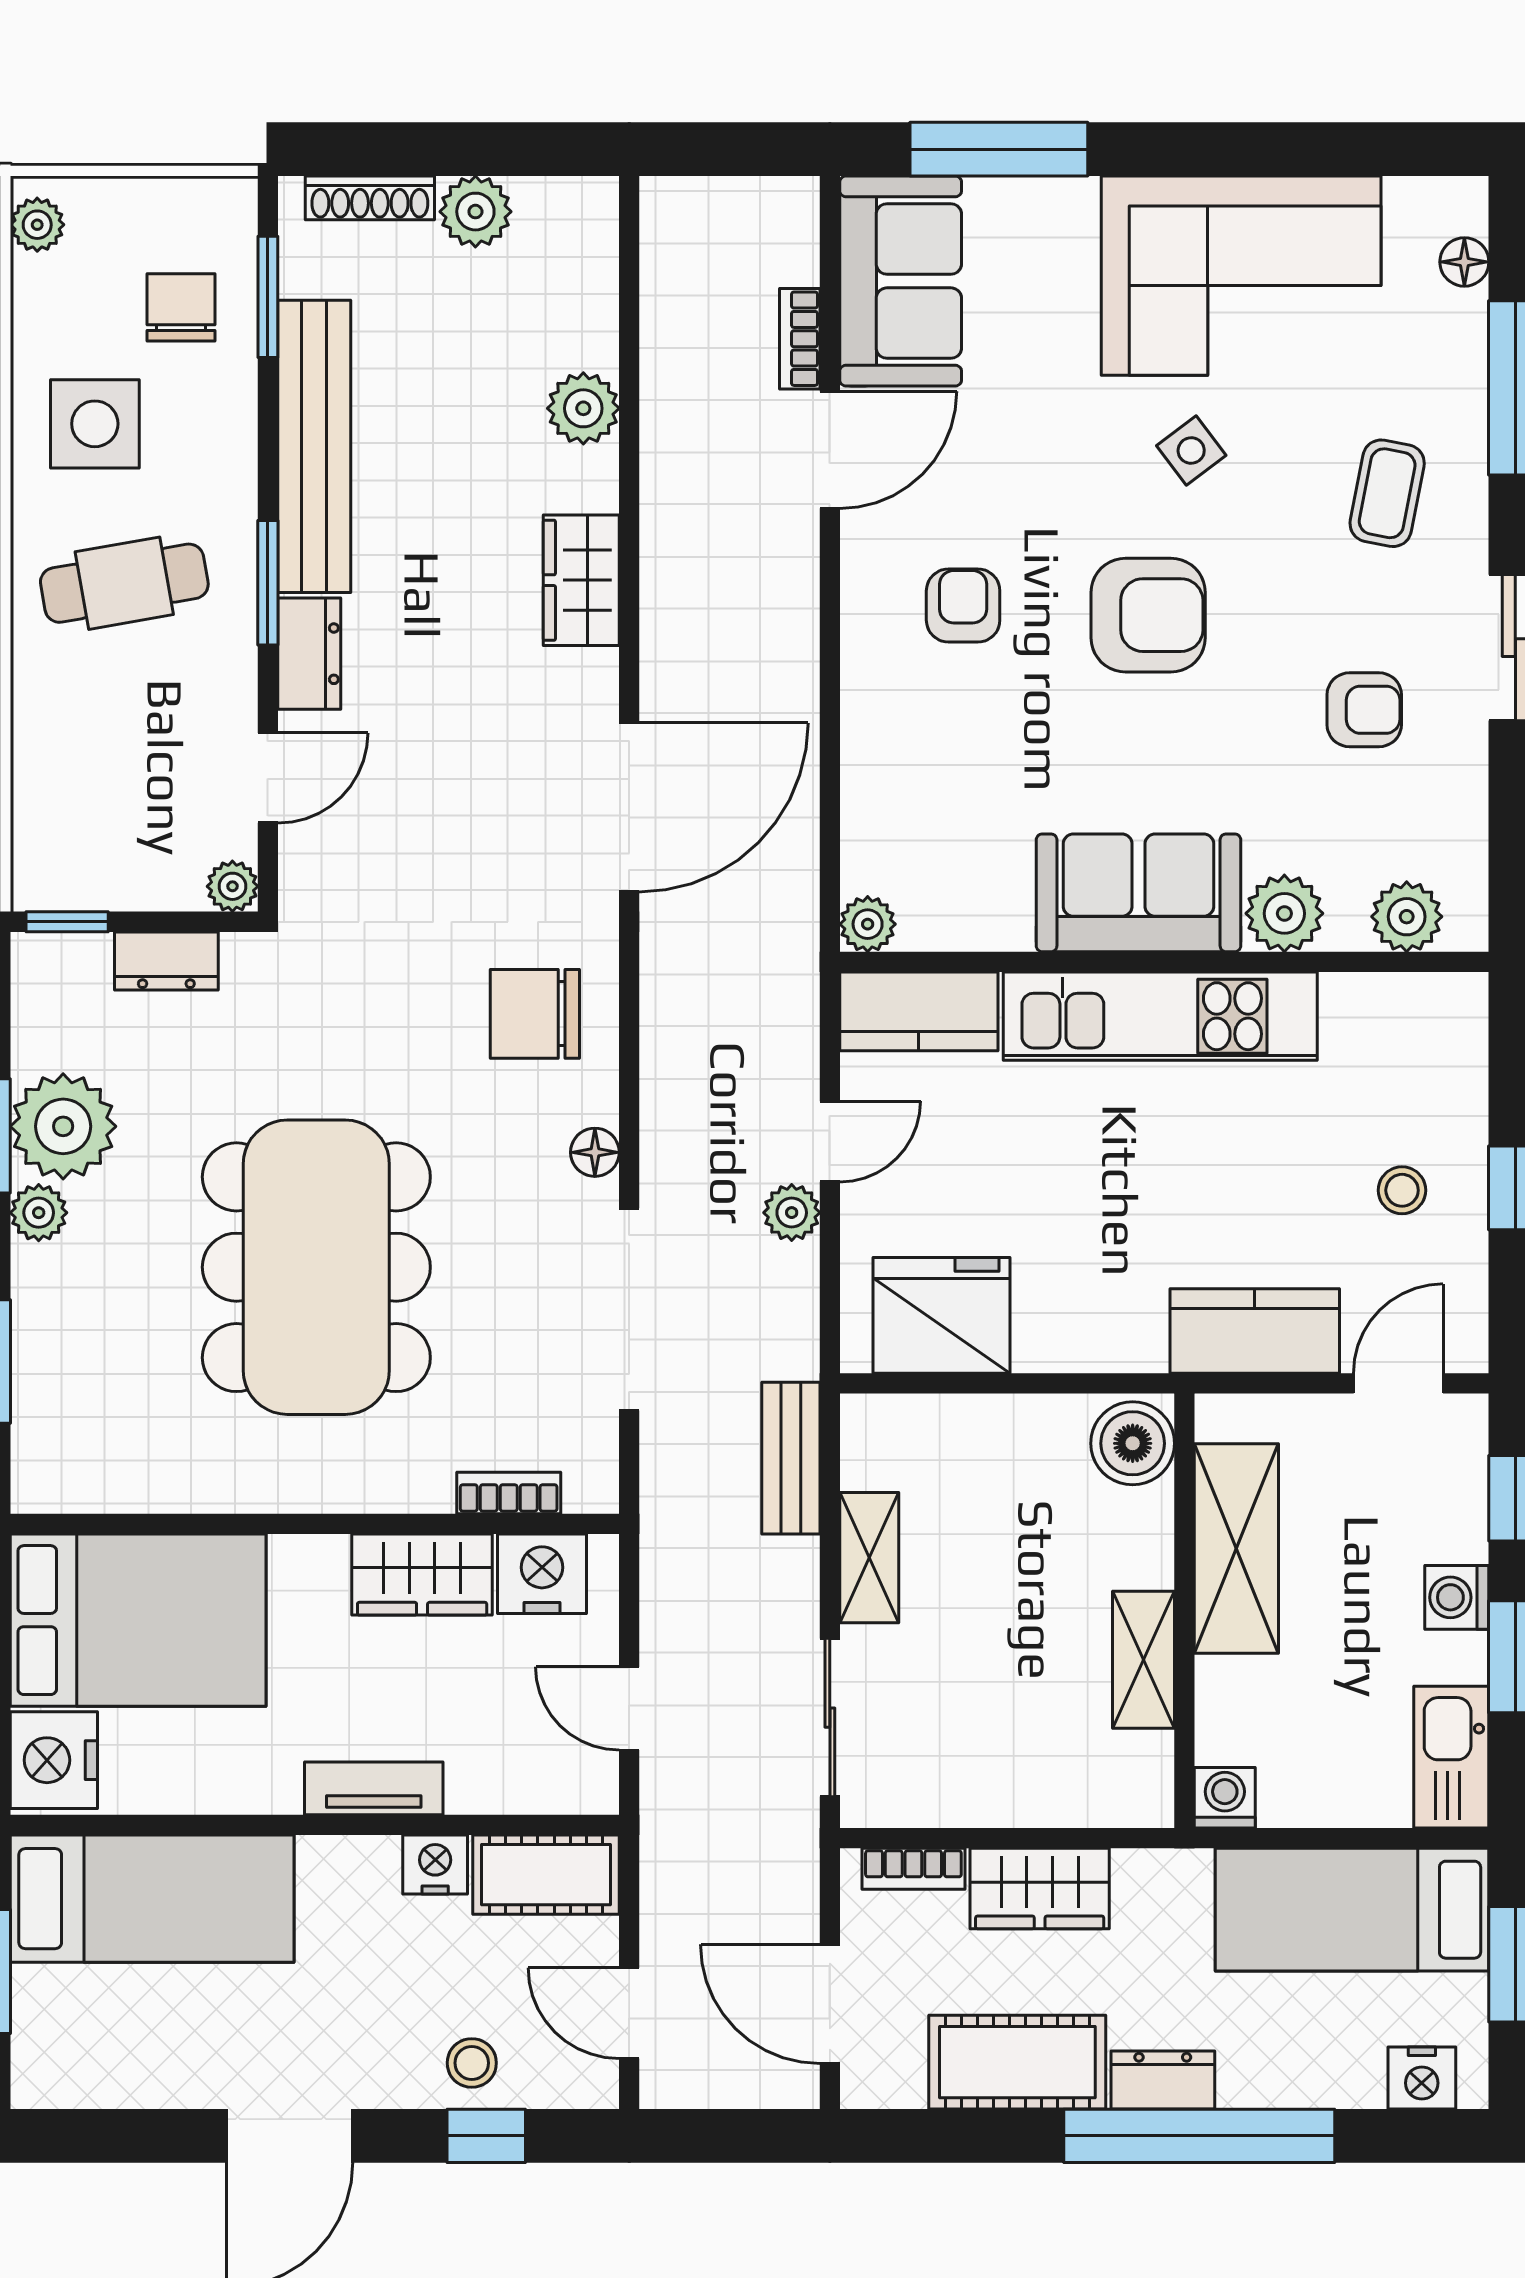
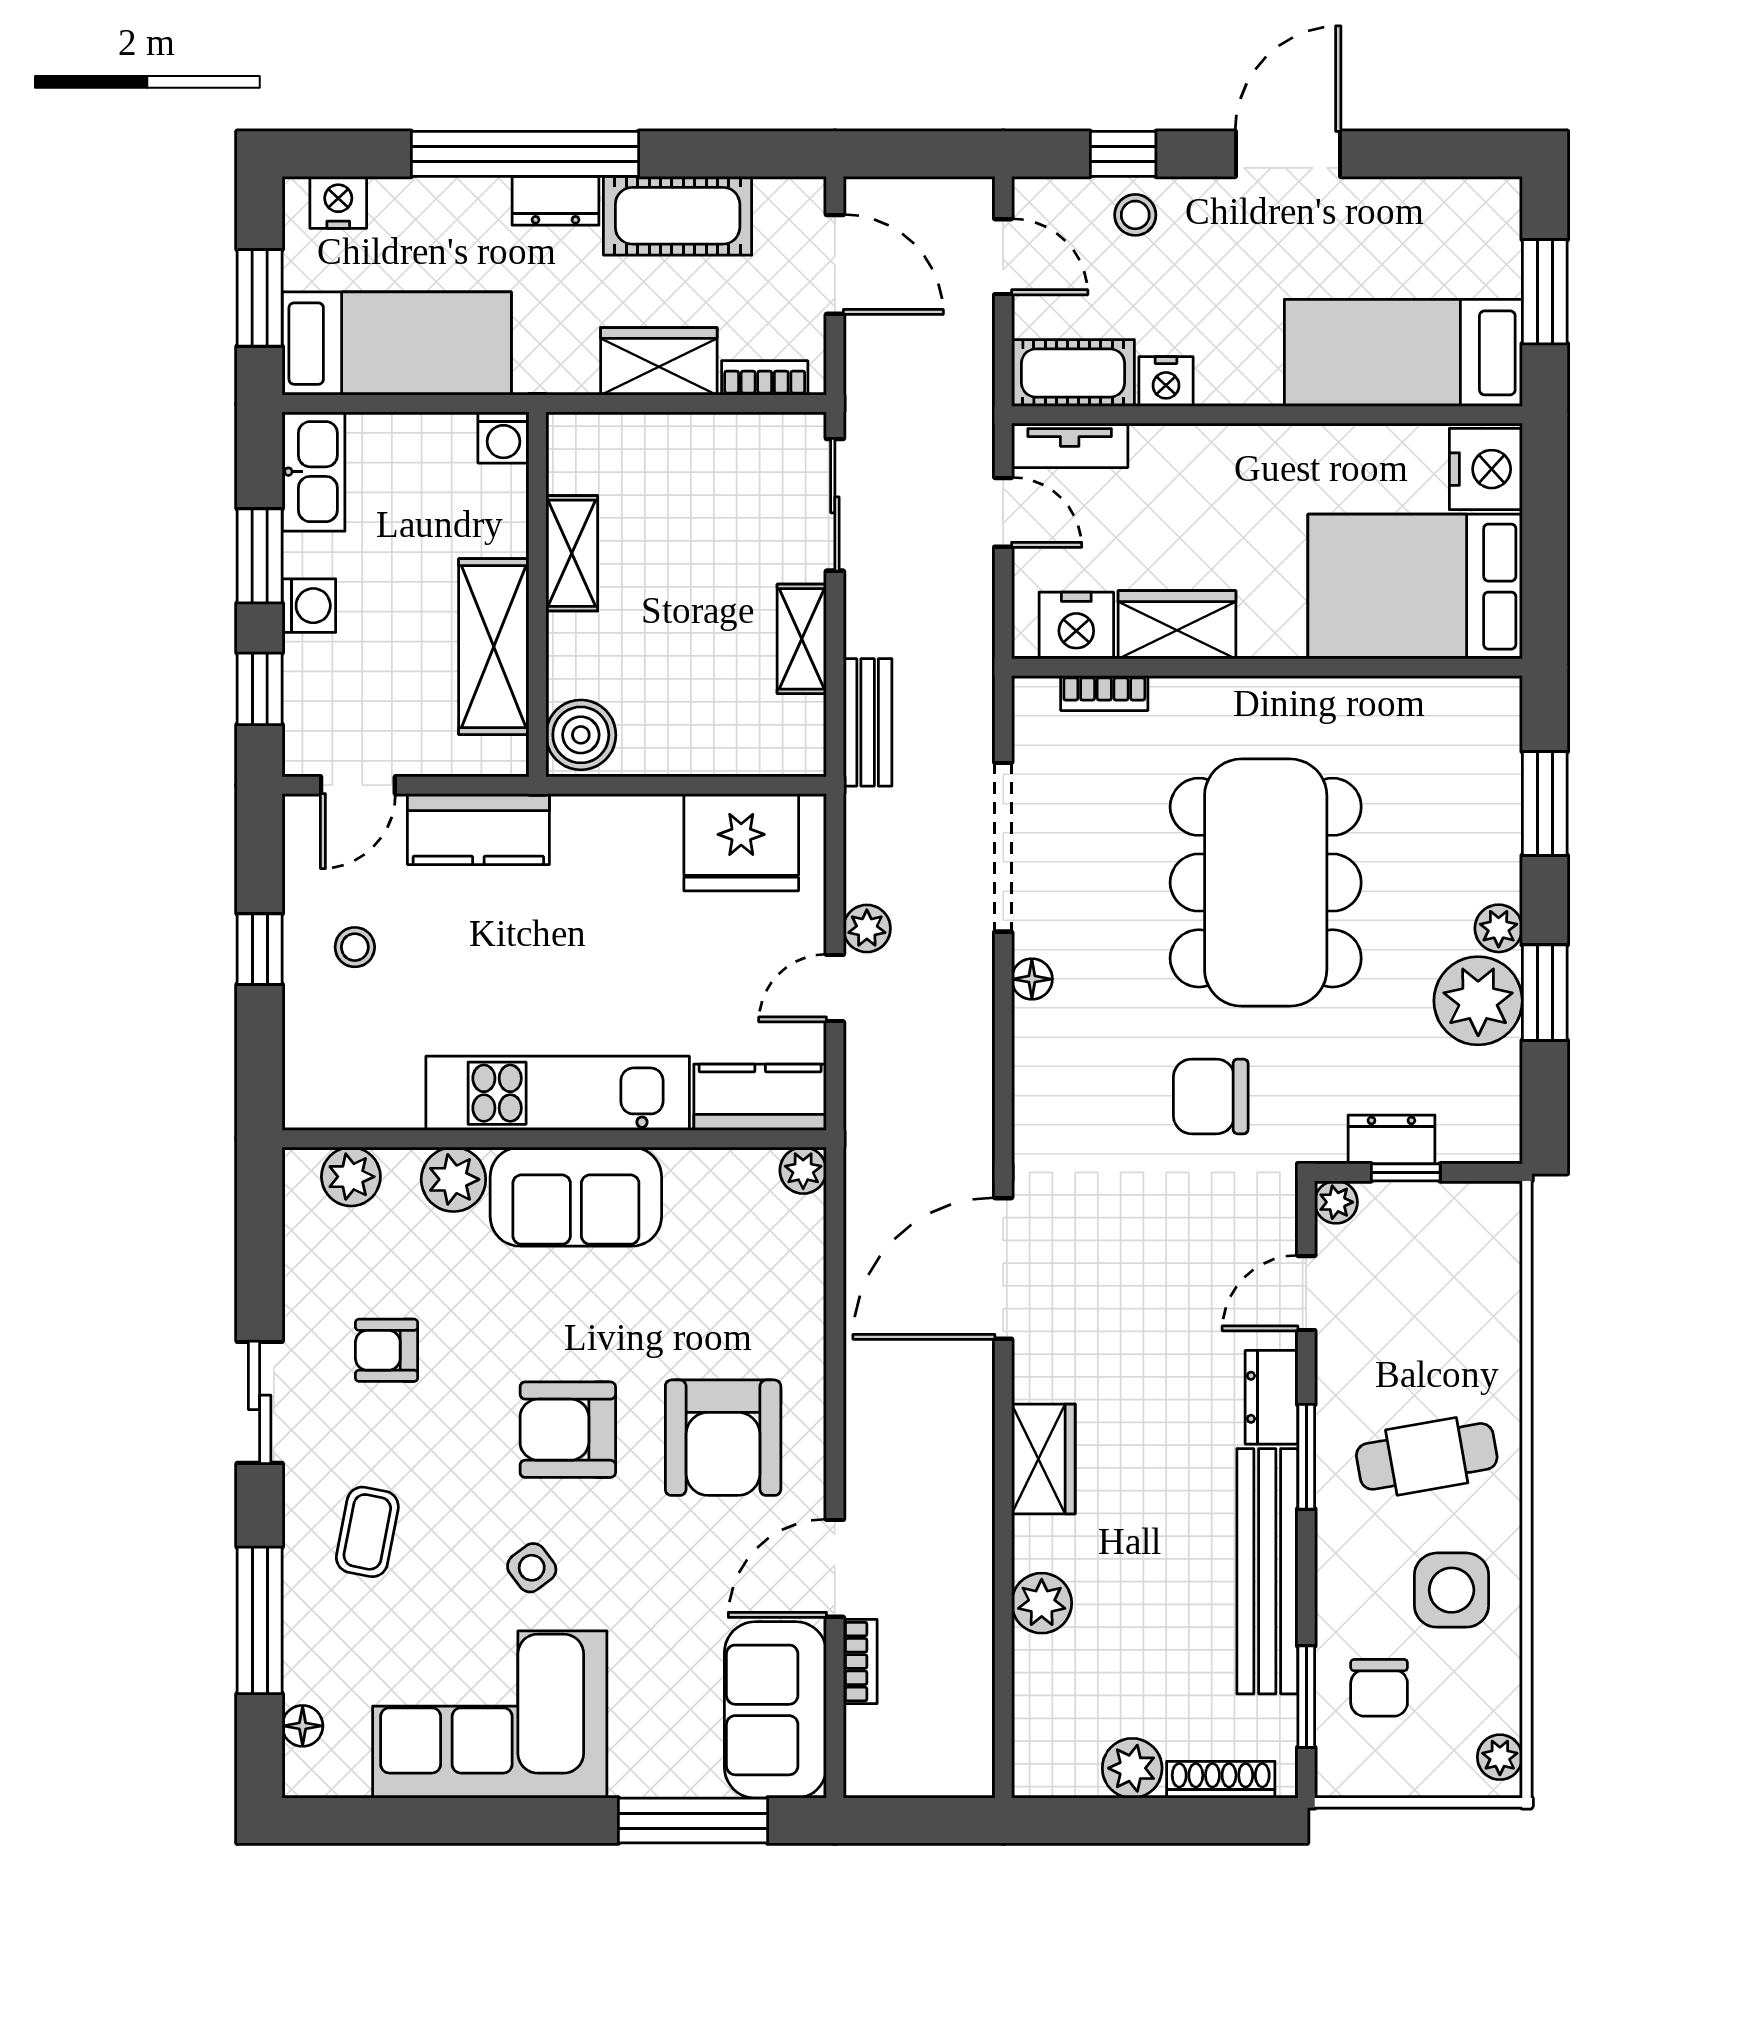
armchair: (963, 605) -> (723, 1438), width x1.88, depth x1.88
window: (67, 922) -> (1406, 1172), moved
chair: (535, 1014) -> (1211, 1096), moved, turned 180
tv unit: (374, 1788) -> (1070, 445), moved

